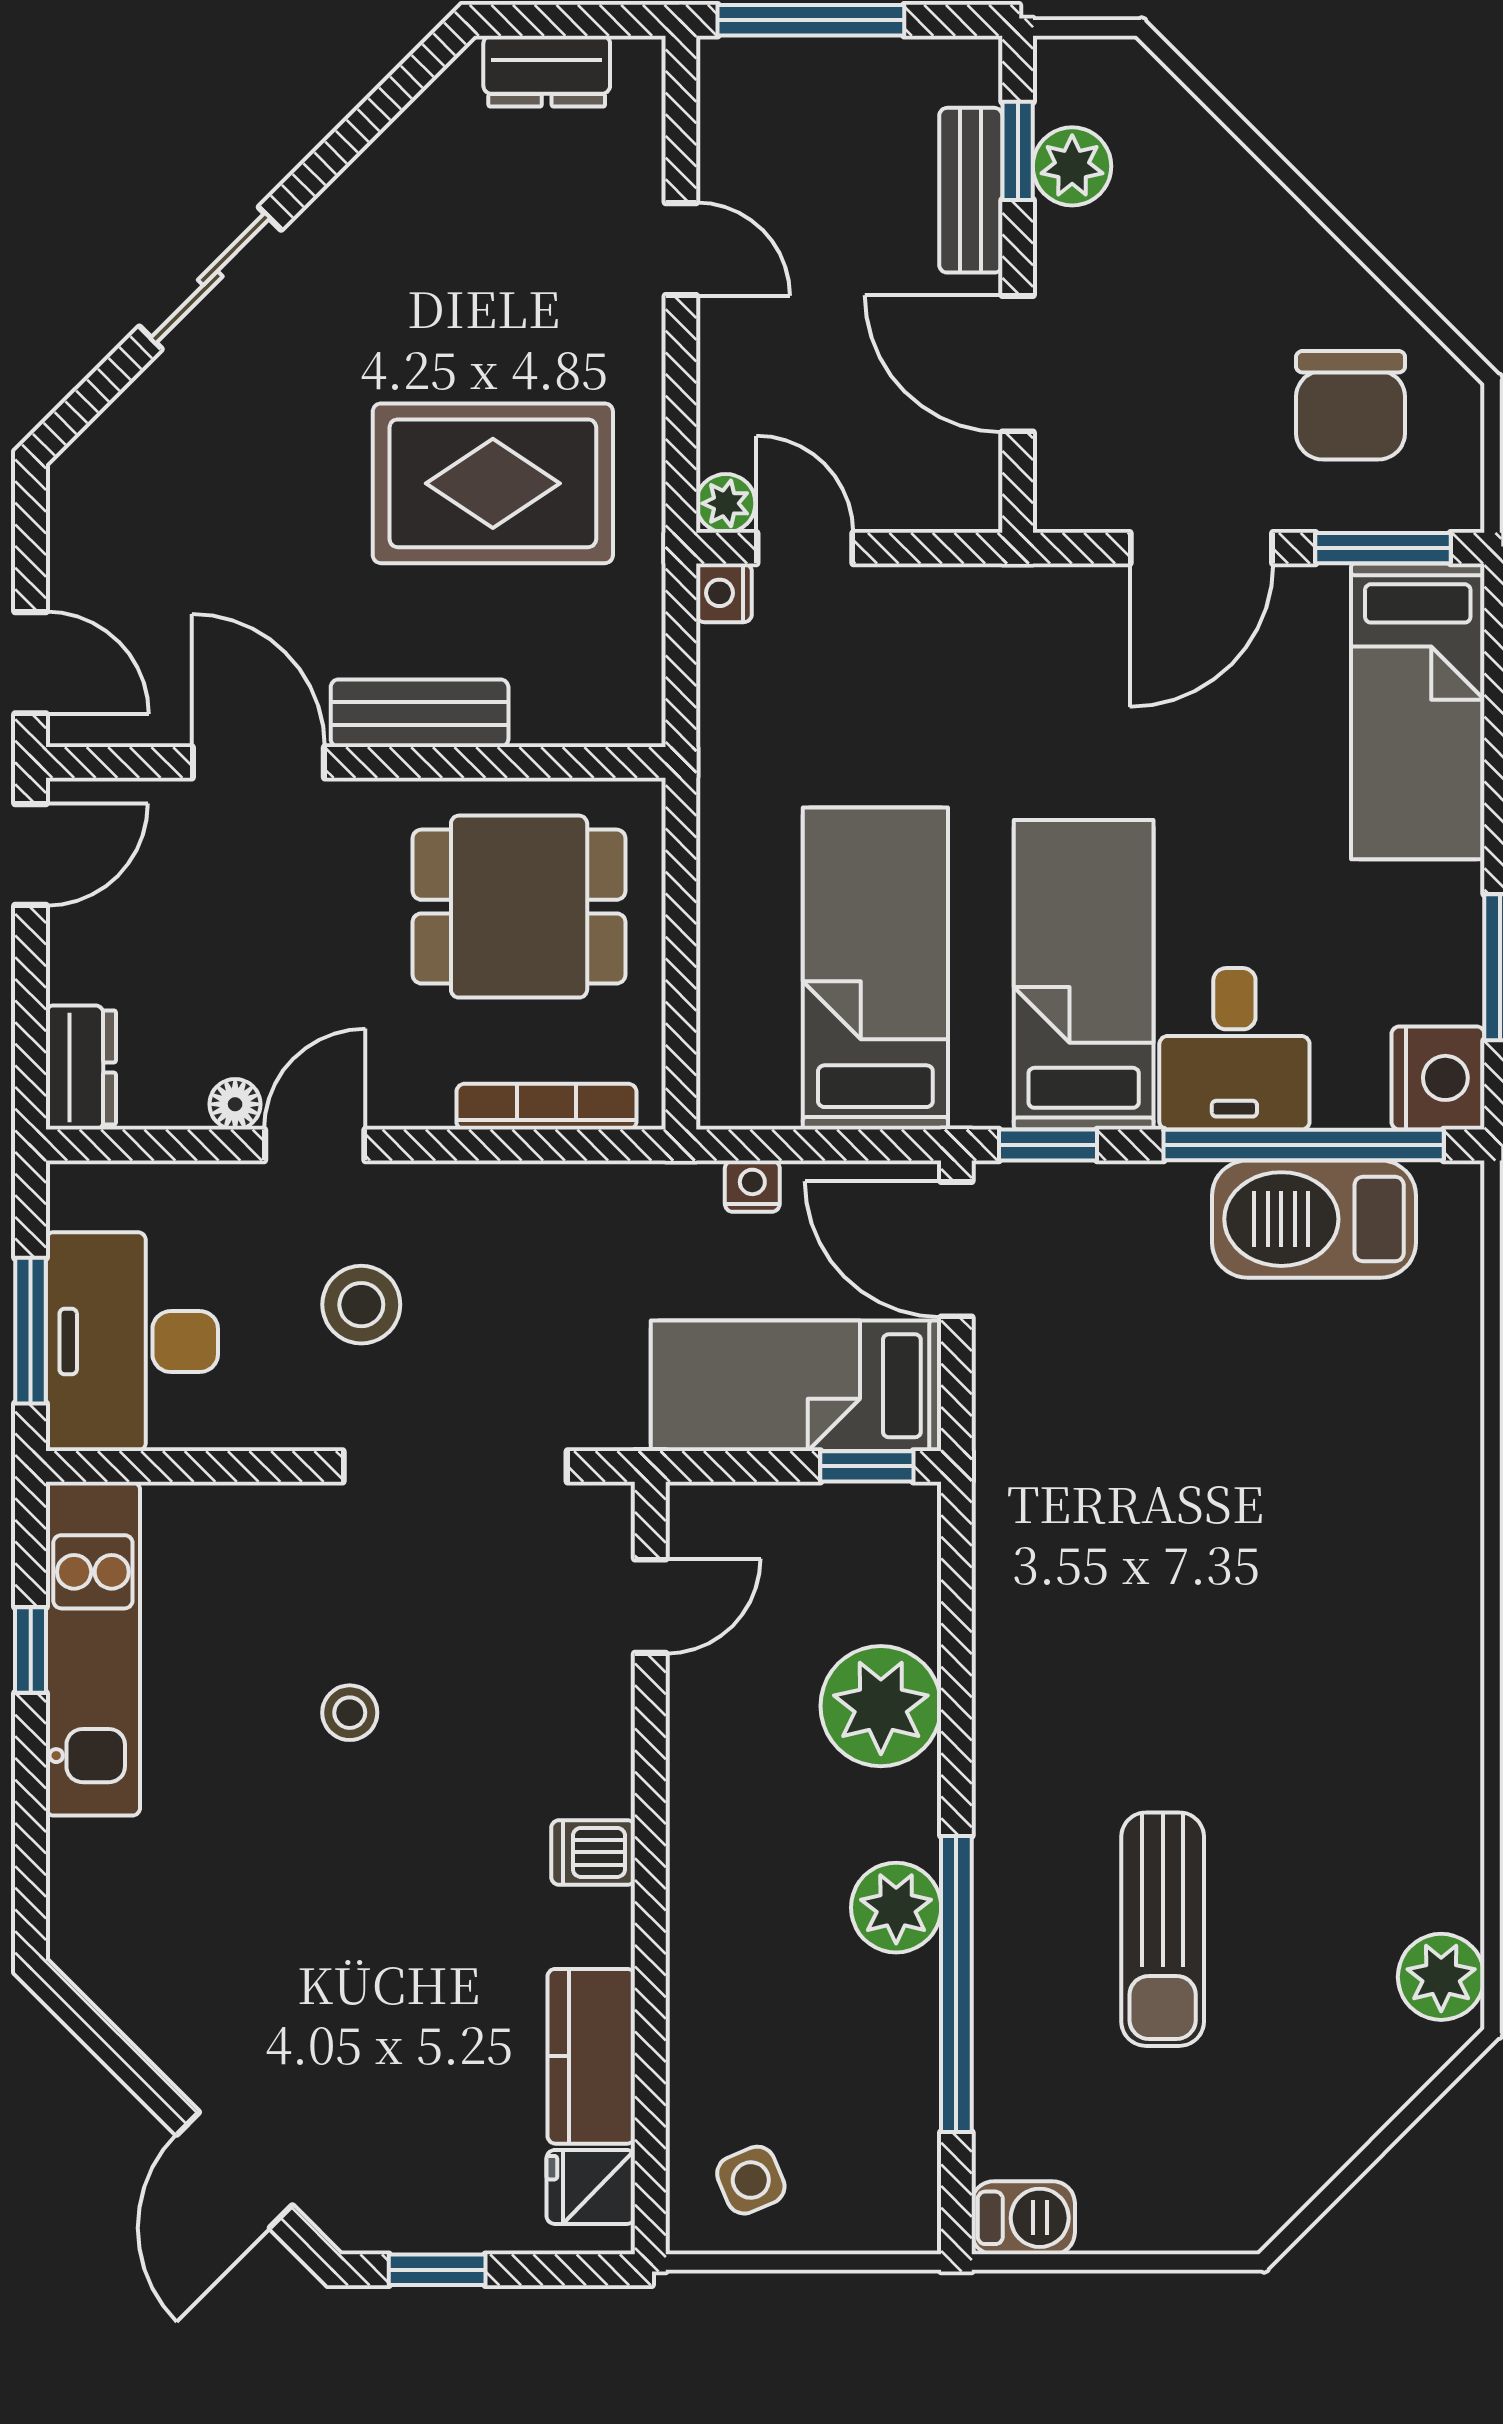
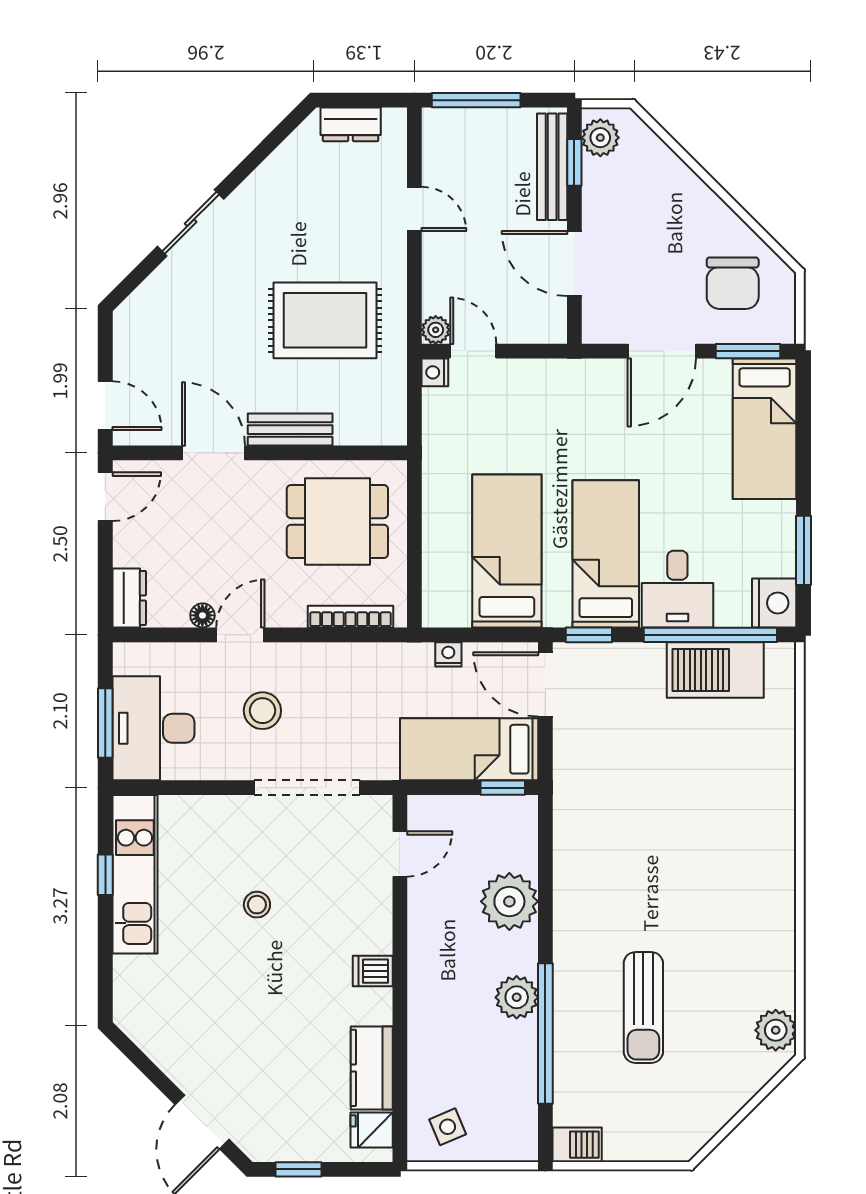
plant: (1072, 166) -> (600, 138), moved
bench: (971, 190) -> (552, 167), width x1.36

